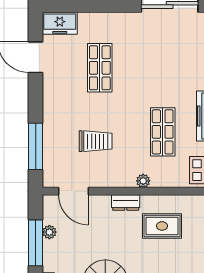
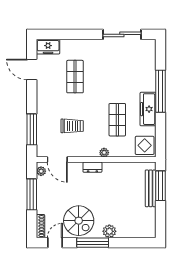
rug: (162, 226) -> (117, 183), removed
plant: (49, 232) -> (41, 171), moved

